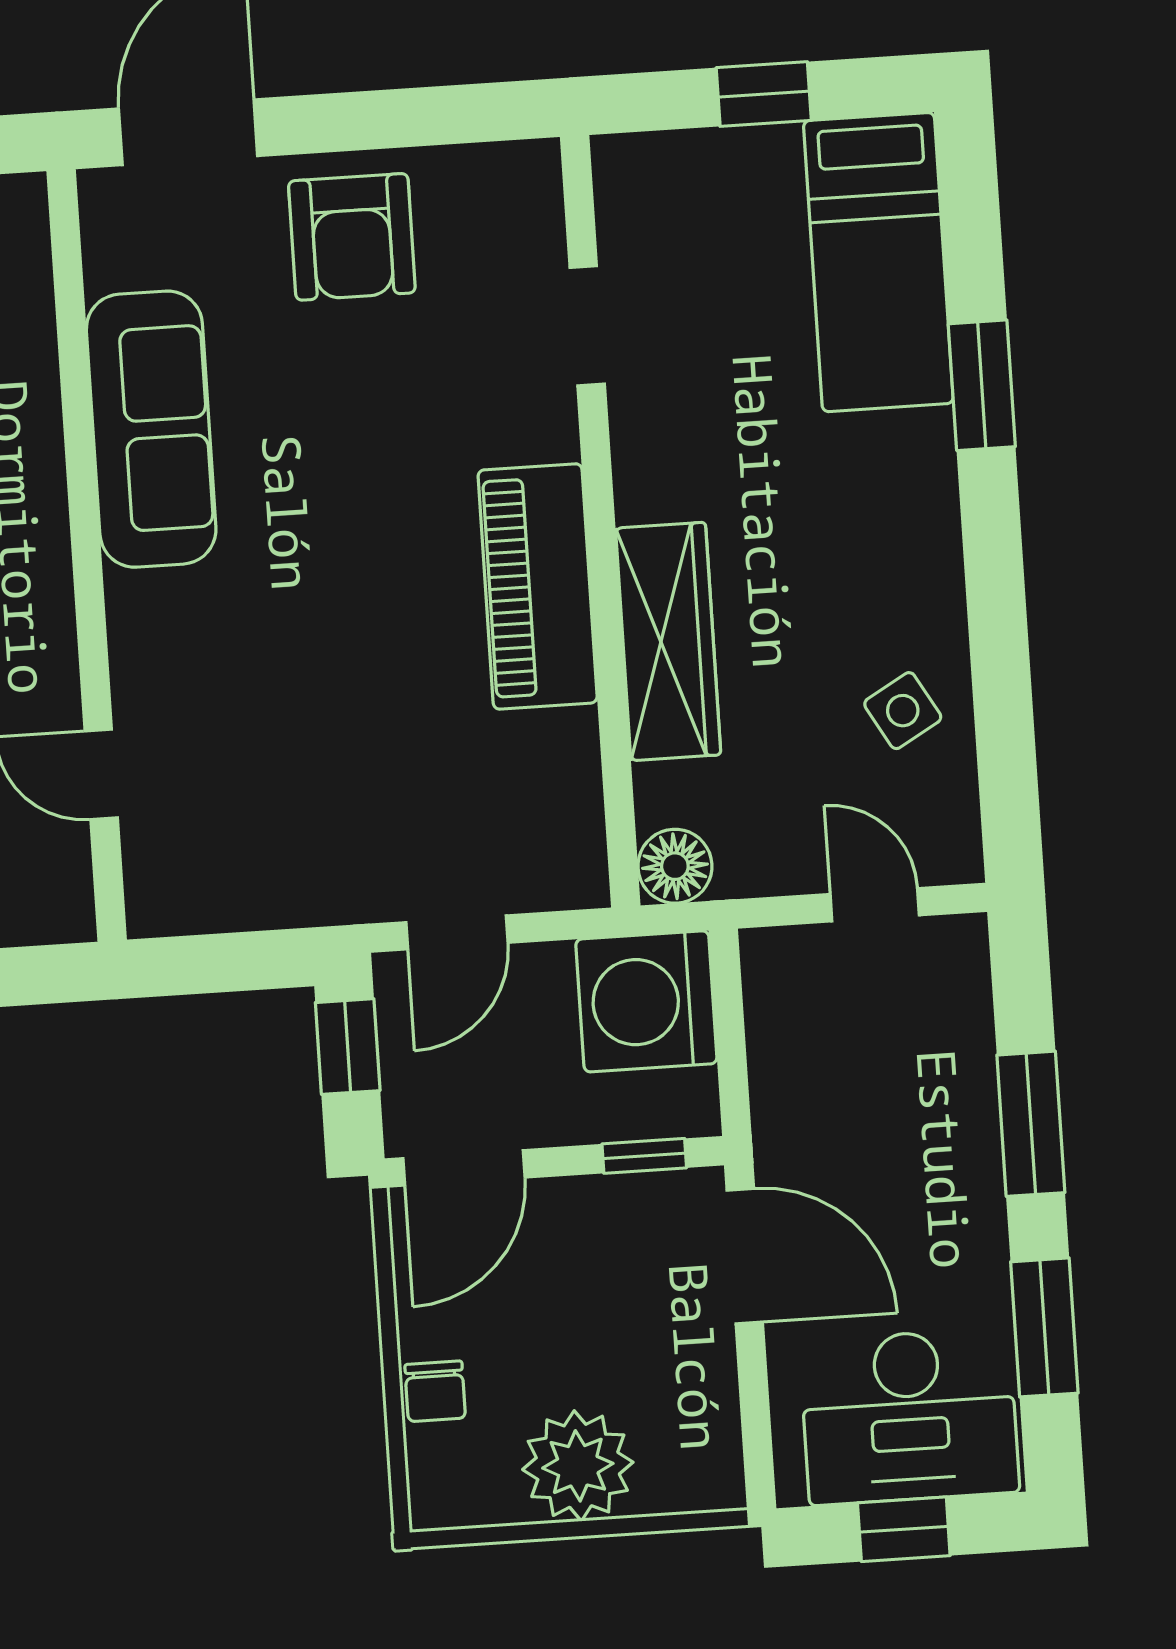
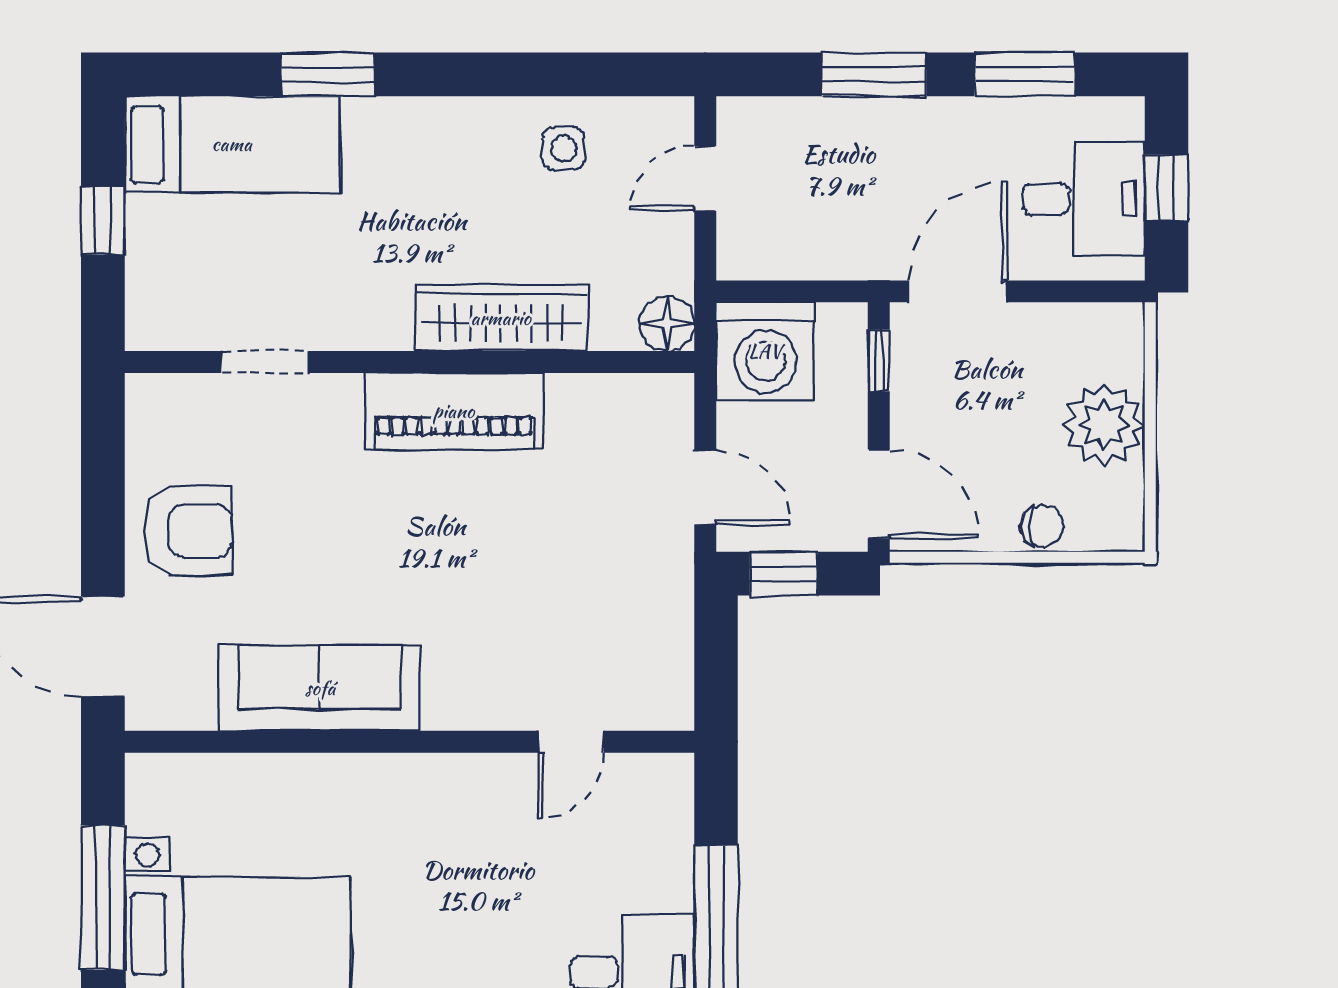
side table: (903, 711) -> (564, 148), turned 30
desk: (909, 1416) -> (1084, 199), width x0.73

